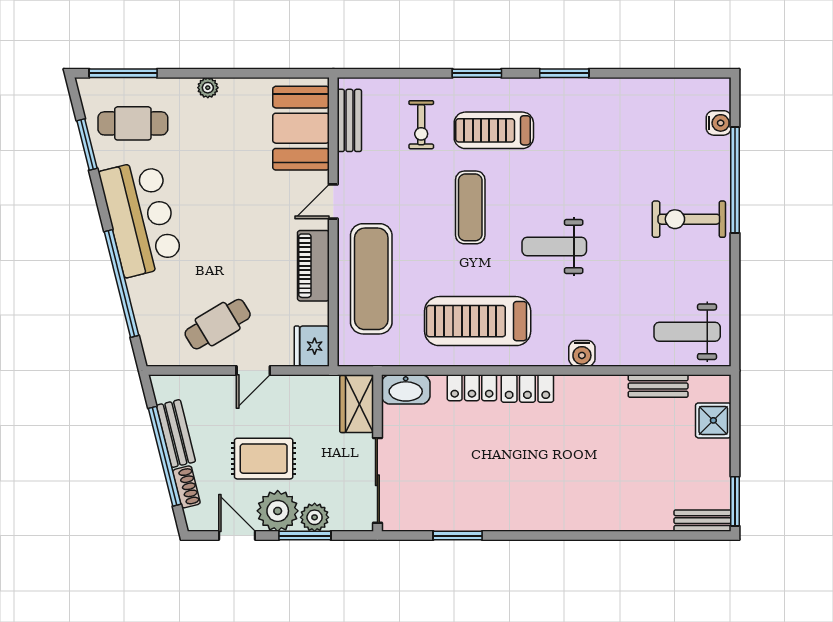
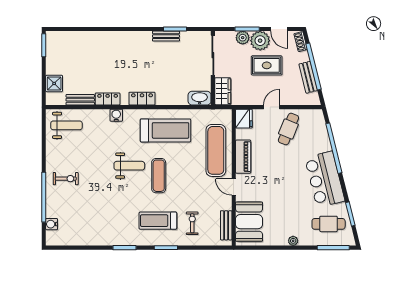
treadmill: (494, 130) -> (158, 221), turned 180
door: (333, 201) -> (234, 187), swing flipped
exercise mat: (470, 207) -> (159, 176), moved
exercise bike: (689, 219) -> (66, 179), width x0.73, depth x0.72
cafe table: (218, 324) -> (288, 129), turned -37
locker: (472, 388) -> (108, 99), moved
shoe rack: (186, 487) -> (301, 42), moved
bench: (703, 521) -> (166, 36), moved

